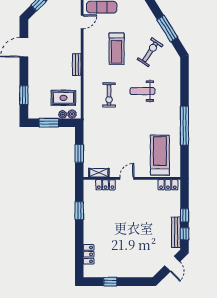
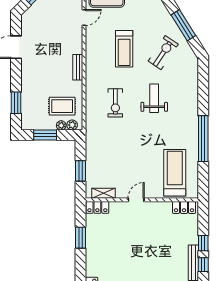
weight bench: (142, 91) -> (154, 98), turned 90
locker: (106, 185) -> (97, 207), moved

